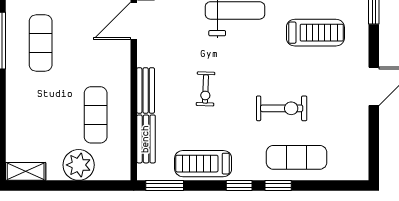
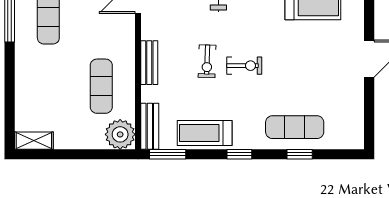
exercise bike: (282, 108) -> (244, 66), moved, width x0.73, depth x0.72
bench: (146, 139) -> (150, 126), moved
plant: (79, 165) -> (120, 134), moved
window: (278, 186) -> (300, 154), moved

